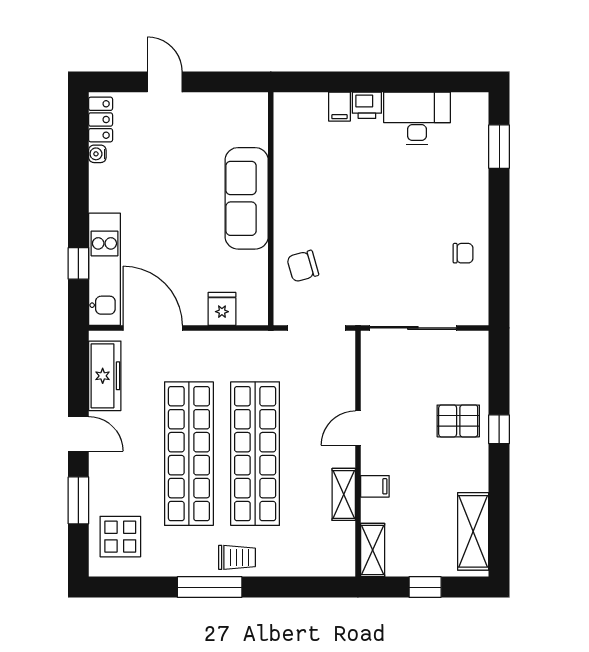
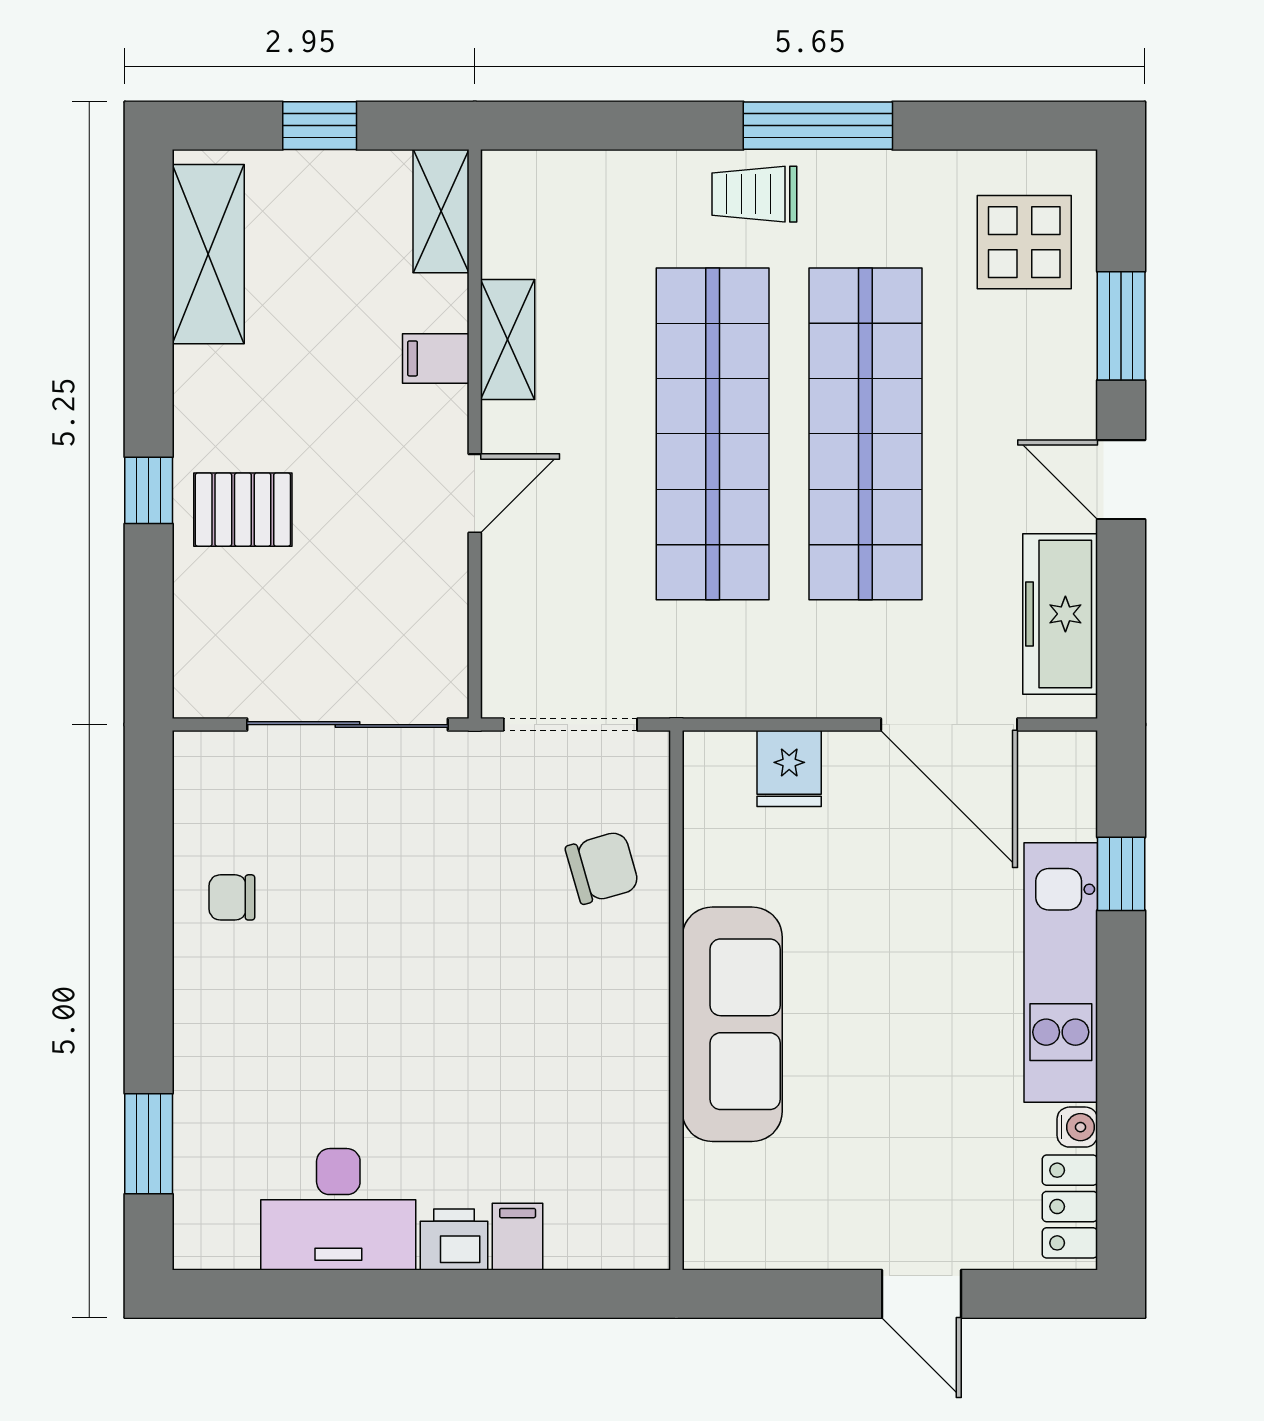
kitchen unit: (104, 269) -> (1061, 972), moved

